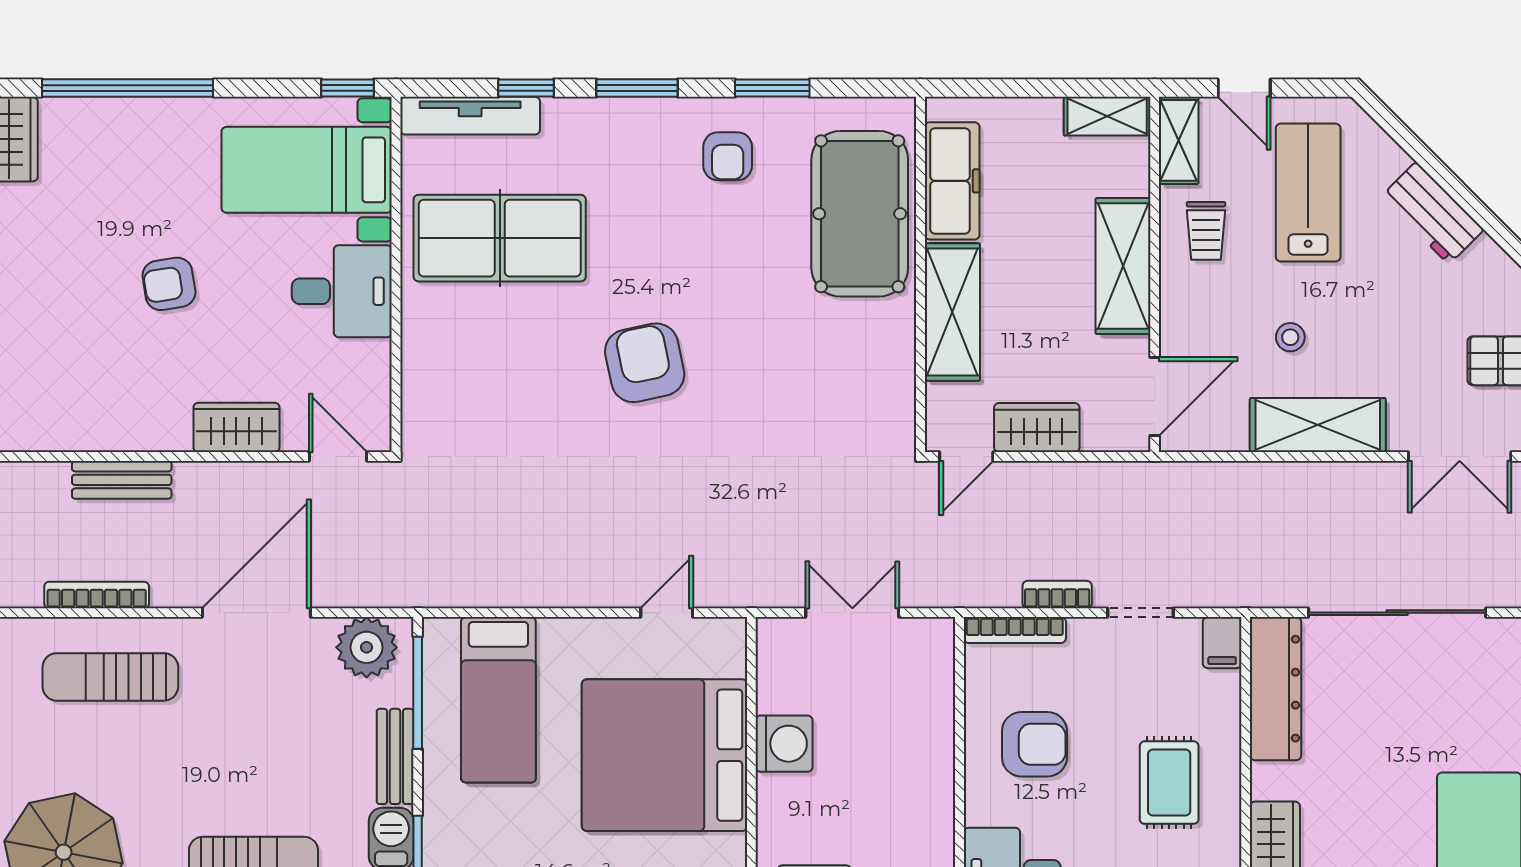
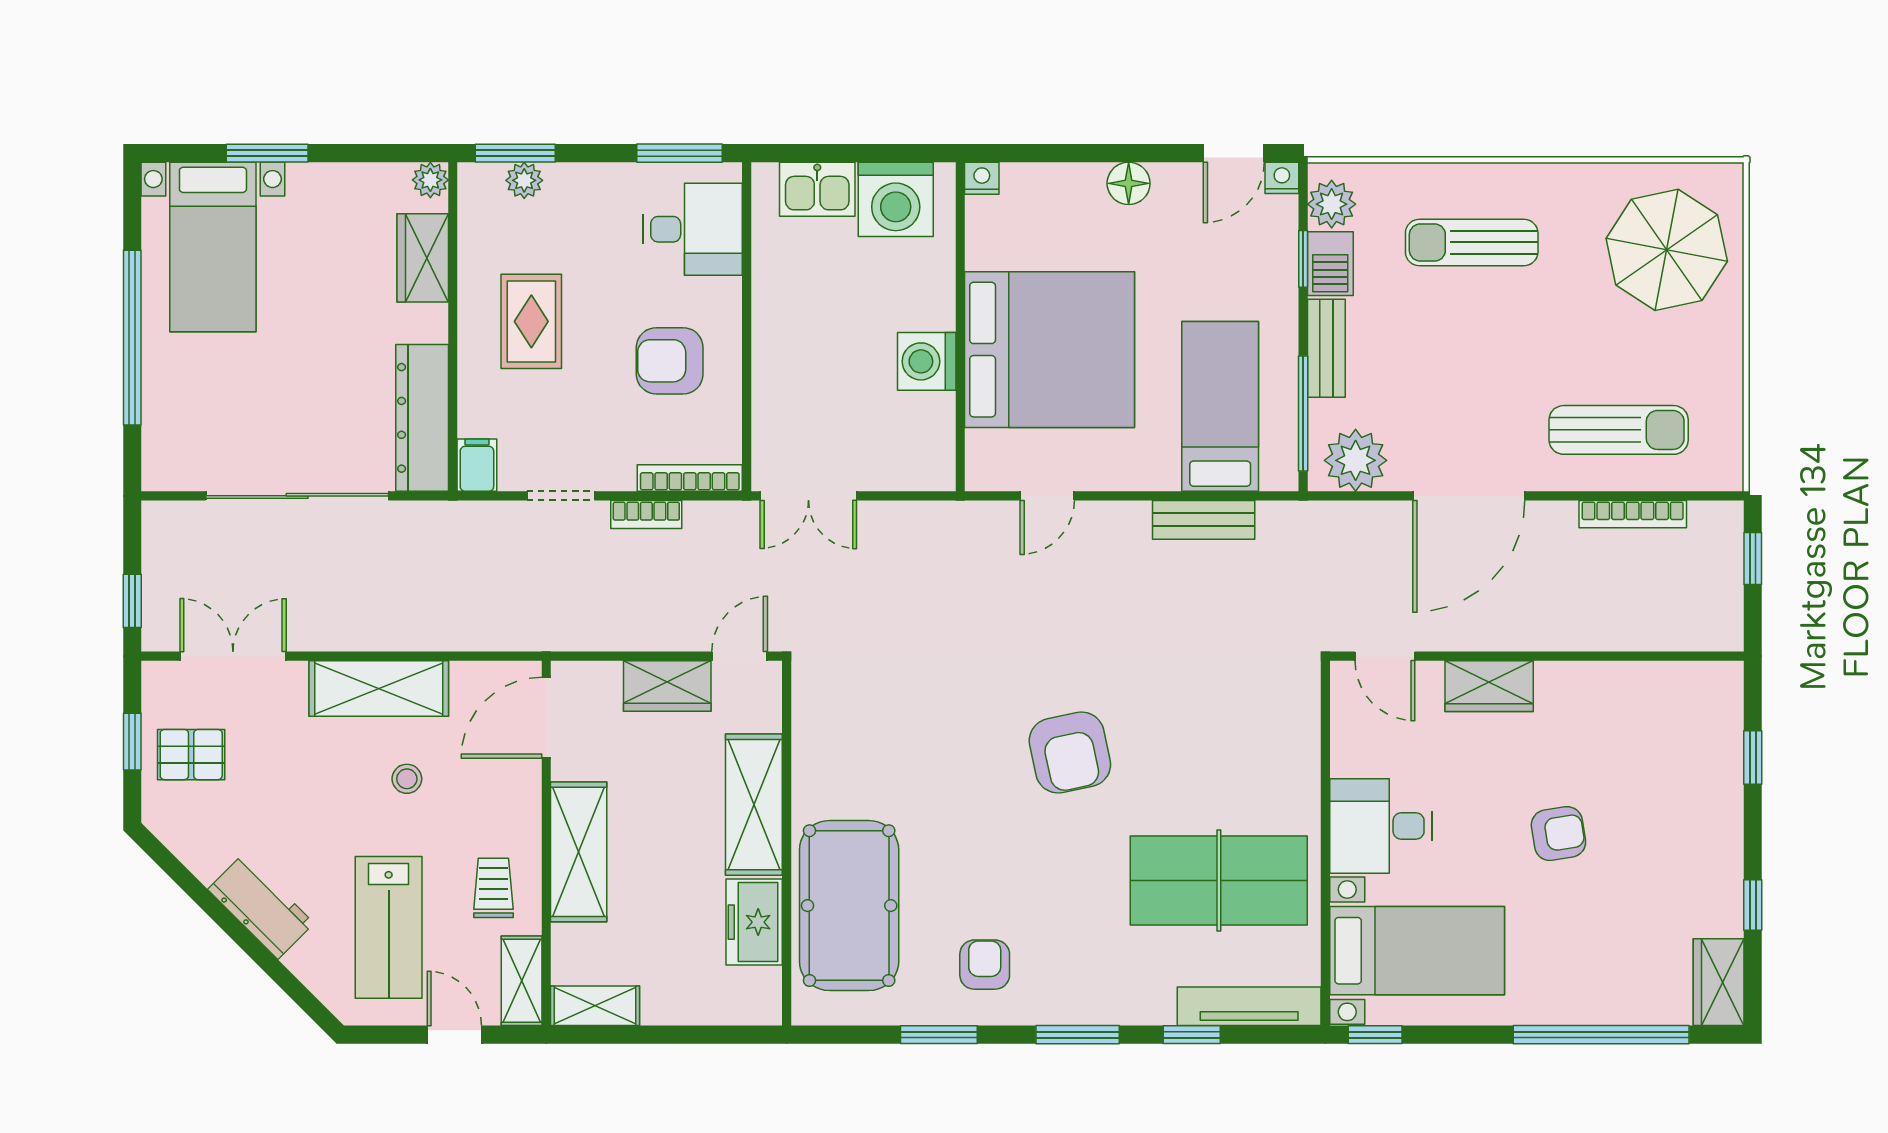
freezer: (952, 181) -> (754, 922), width x0.71
bench: (122, 480) -> (1204, 520), moved
double door: (852, 613) -> (808, 496), moved

